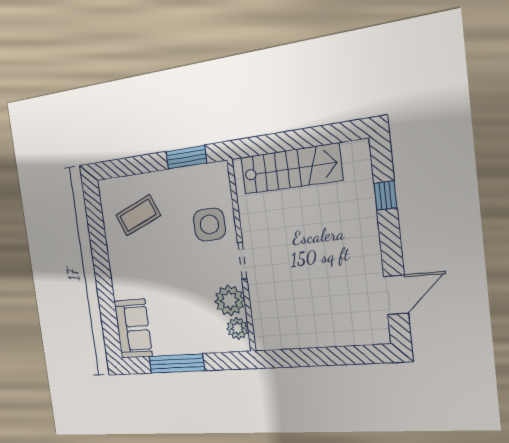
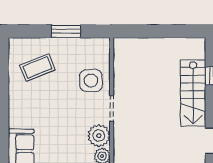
window: (186, 157) -> (66, 31), moved
stairs: (291, 169) -> (193, 93), moved, turned 90

